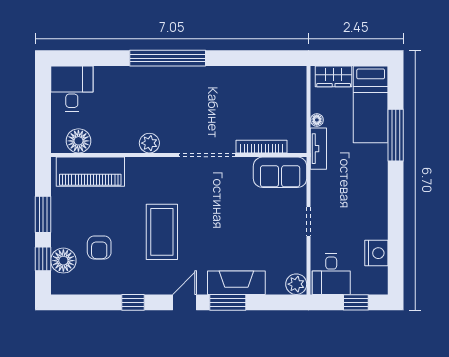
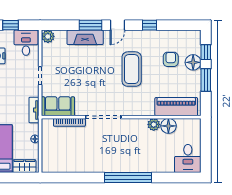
floor lamp: (78, 141) -> (168, 126), moved
plant: (149, 143) -> (154, 124), moved
tv unit: (318, 149) -> (34, 110), moved
floor lamp: (63, 261) -> (193, 62), moved

